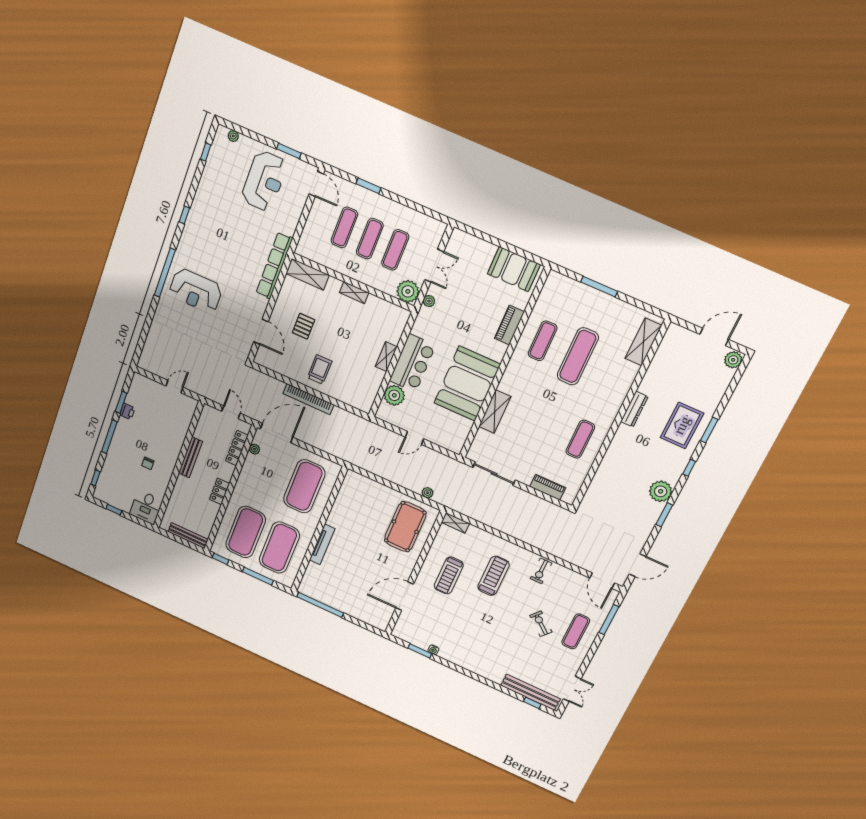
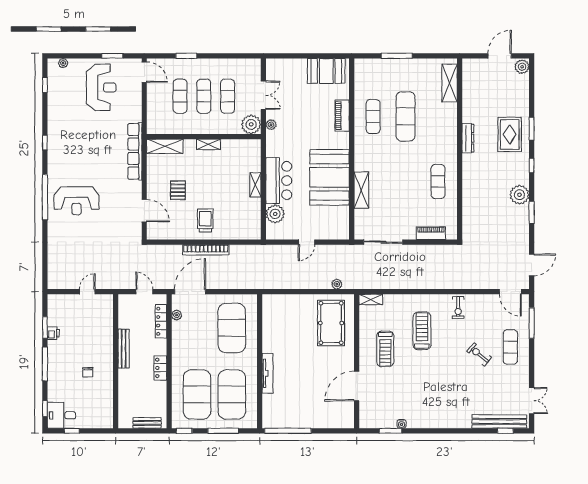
desk: (146, 507) -> (61, 415), moved, turned 90
bench: (188, 536) -> (147, 423), width x0.73

